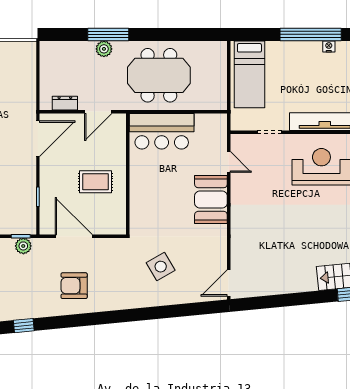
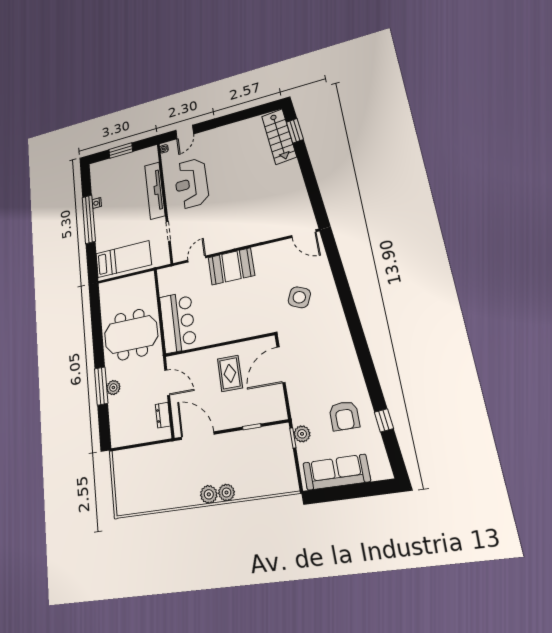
meeting table: (159, 75) -> (131, 335), turned 90
door: (74, 236) -> (281, 365), moved
side table: (161, 267) -> (299, 297), turned -36
armchair: (74, 286) -> (344, 416), moved

